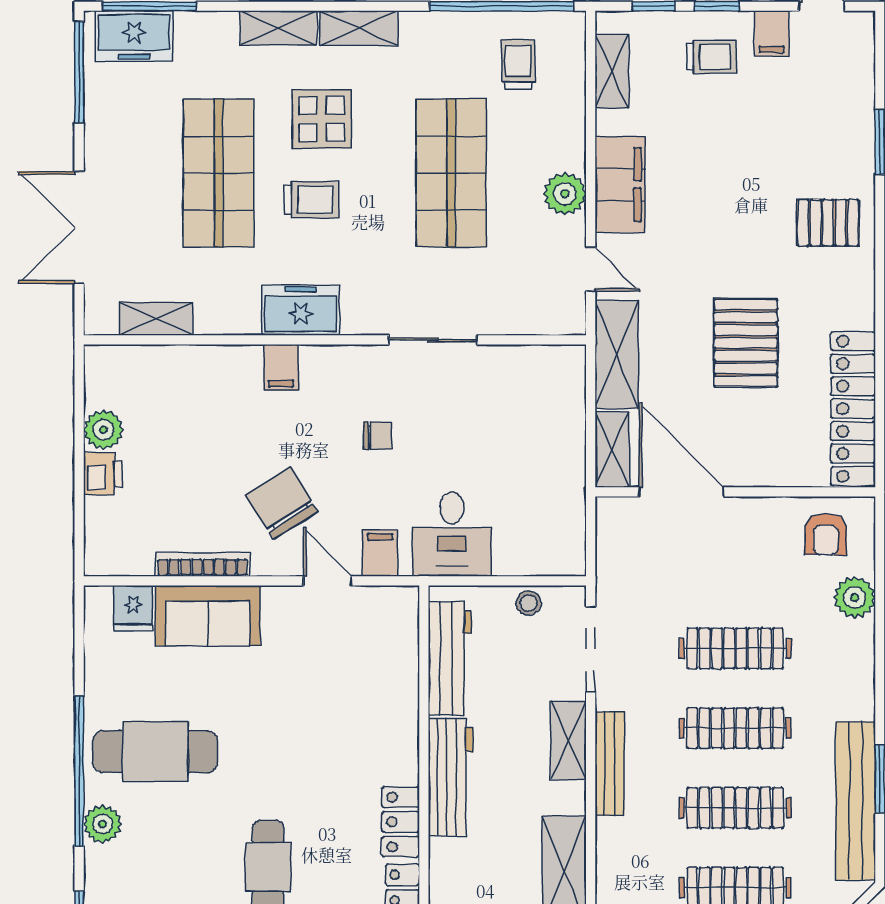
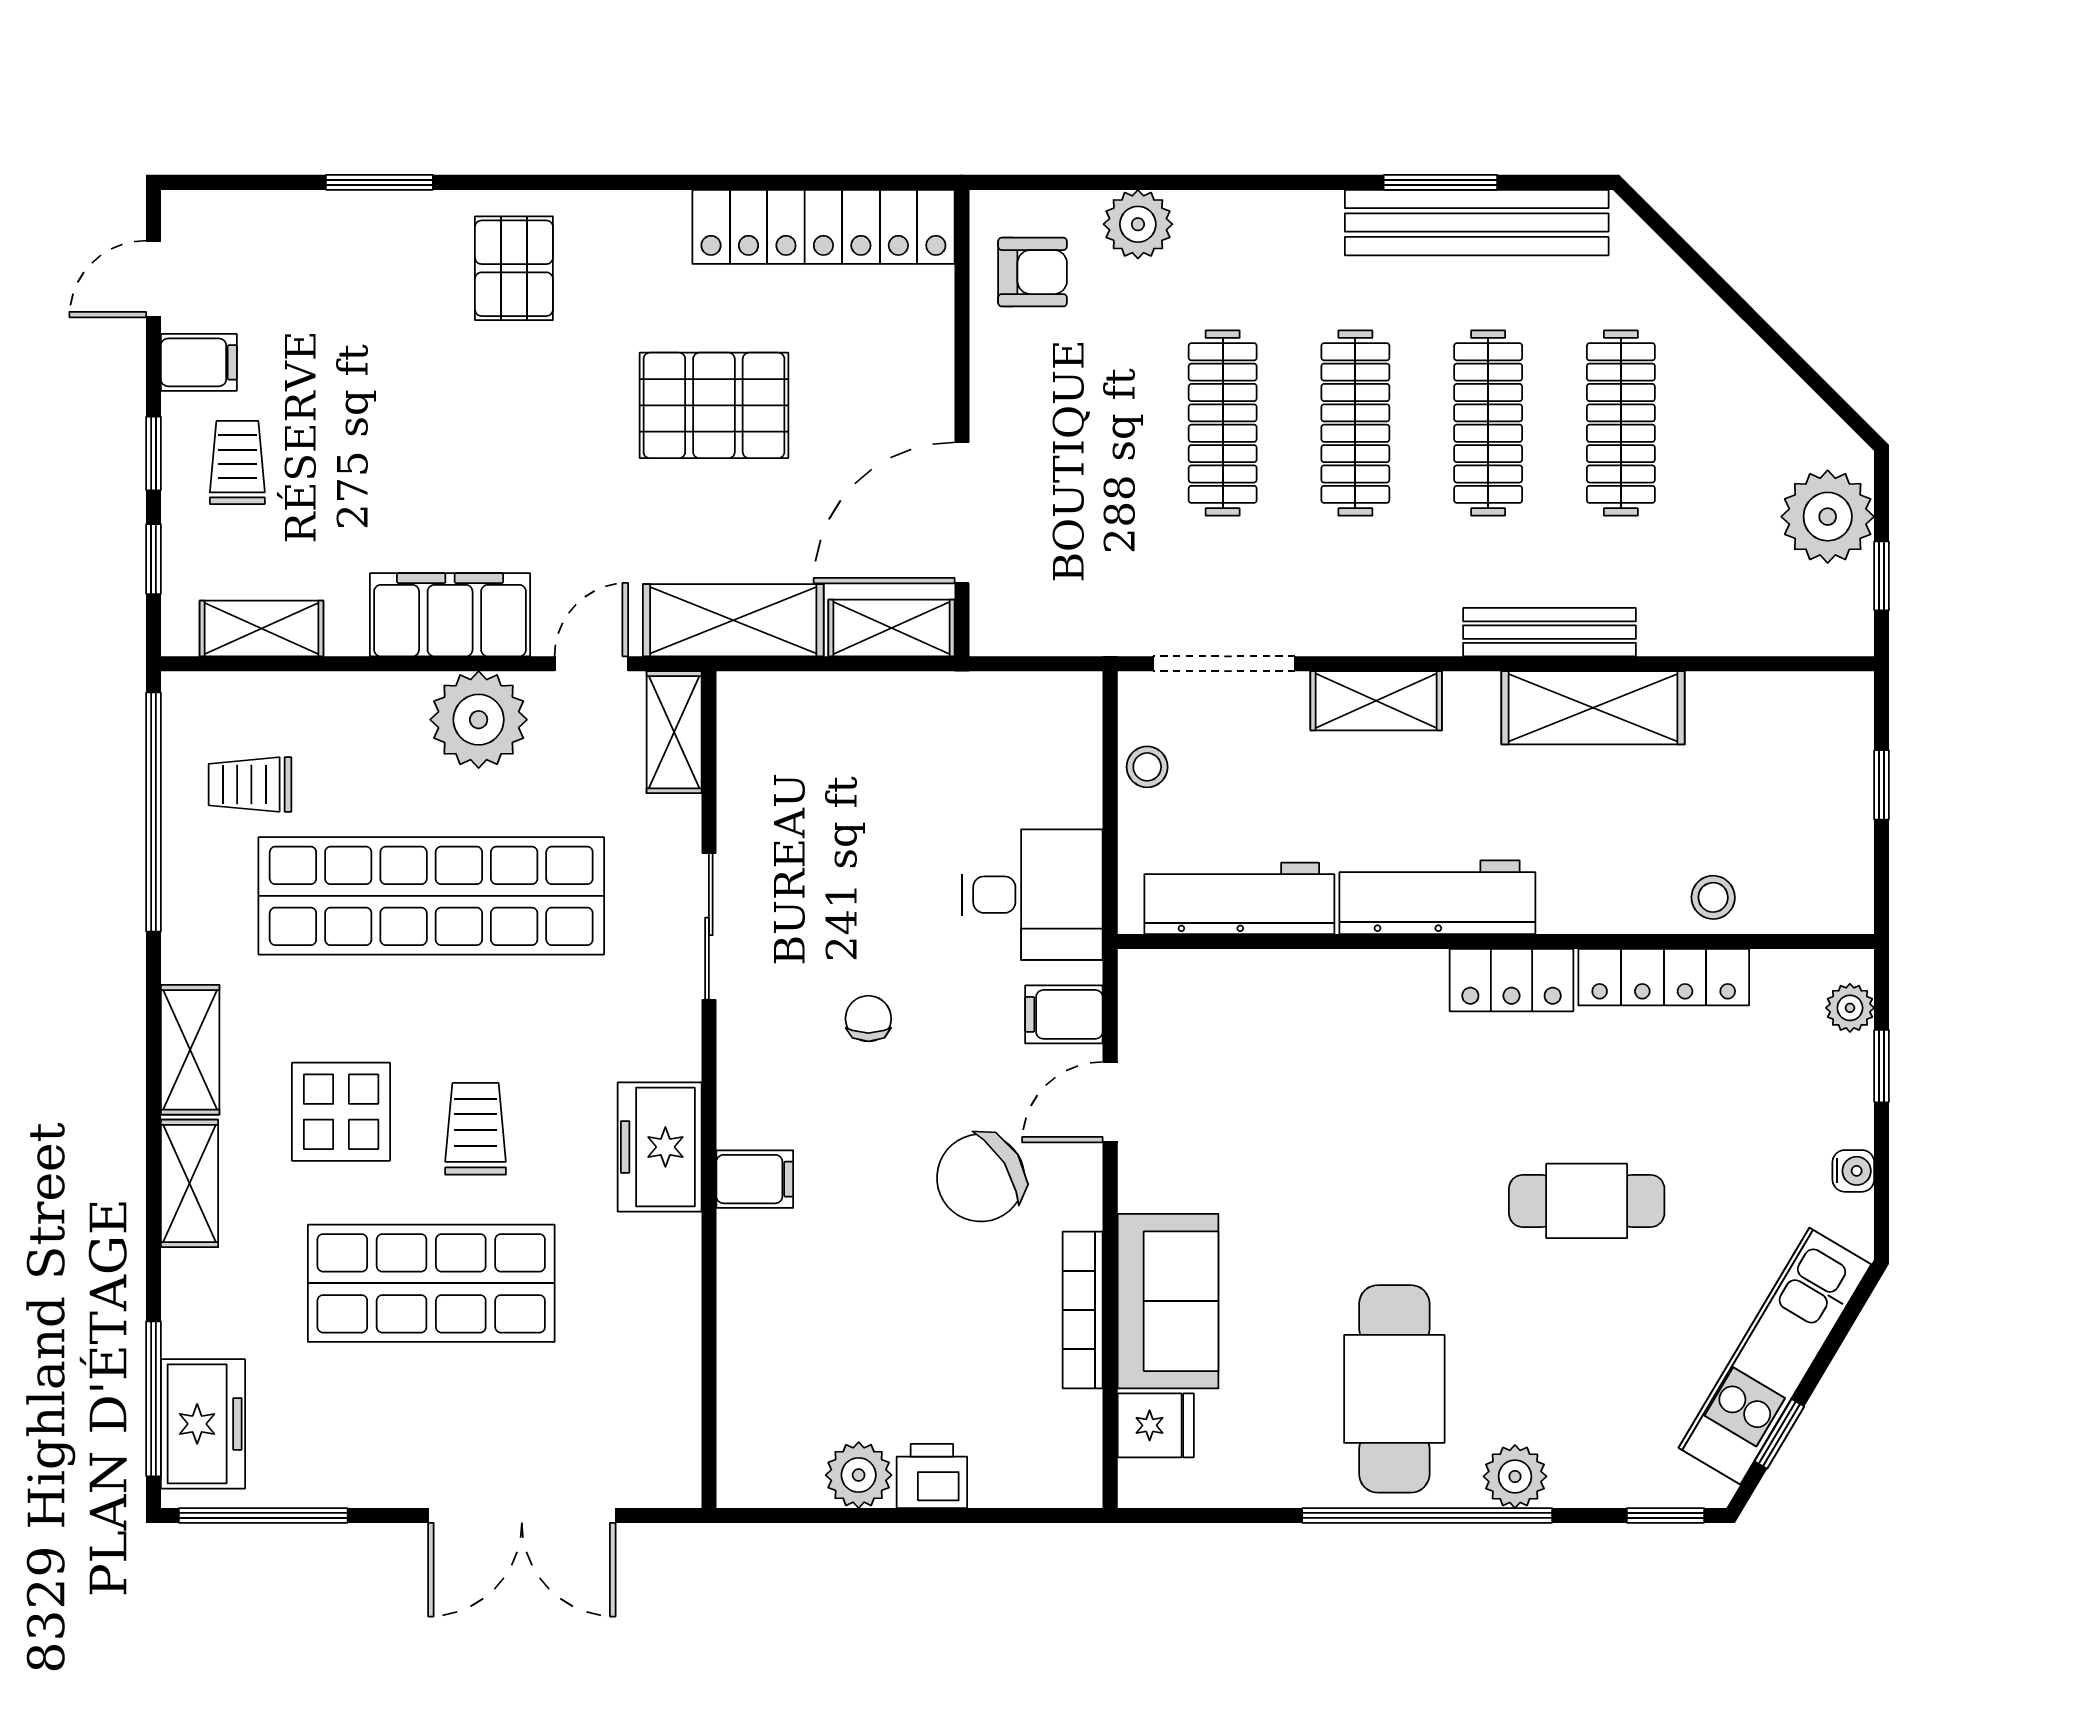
shop shelf: (451, 173) -> (431, 896), width x1.40
plant: (565, 194) -> (479, 720), width x1.36, depth x1.36
shelving: (156, 319) -> (674, 732), moved
bench: (610, 764) -> (1549, 632), moved

